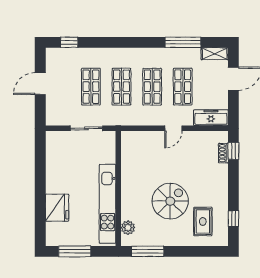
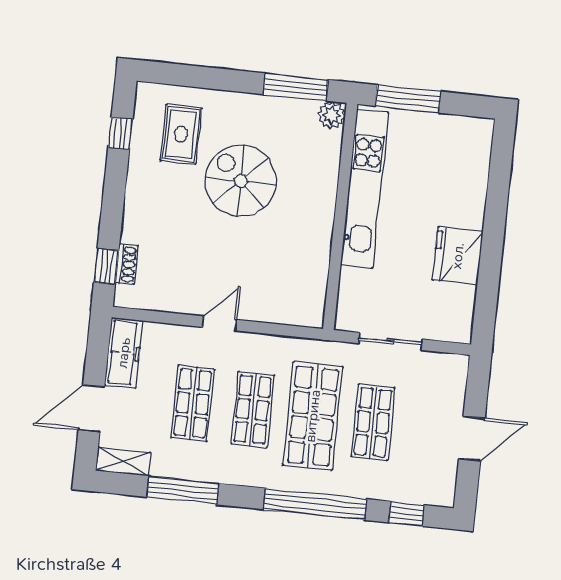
window: (116, 42) -> (315, 504), added
shop shelf: (122, 87) -> (313, 416), width x1.43, depth x1.36
freezer: (211, 118) -> (124, 353), moved, turned -90
spiral stairs: (170, 201) -> (241, 181), turned 90
fridge: (57, 208) -> (458, 256), moved
plant: (128, 228) -> (332, 115), moved
window: (75, 251) -> (408, 99), moved

